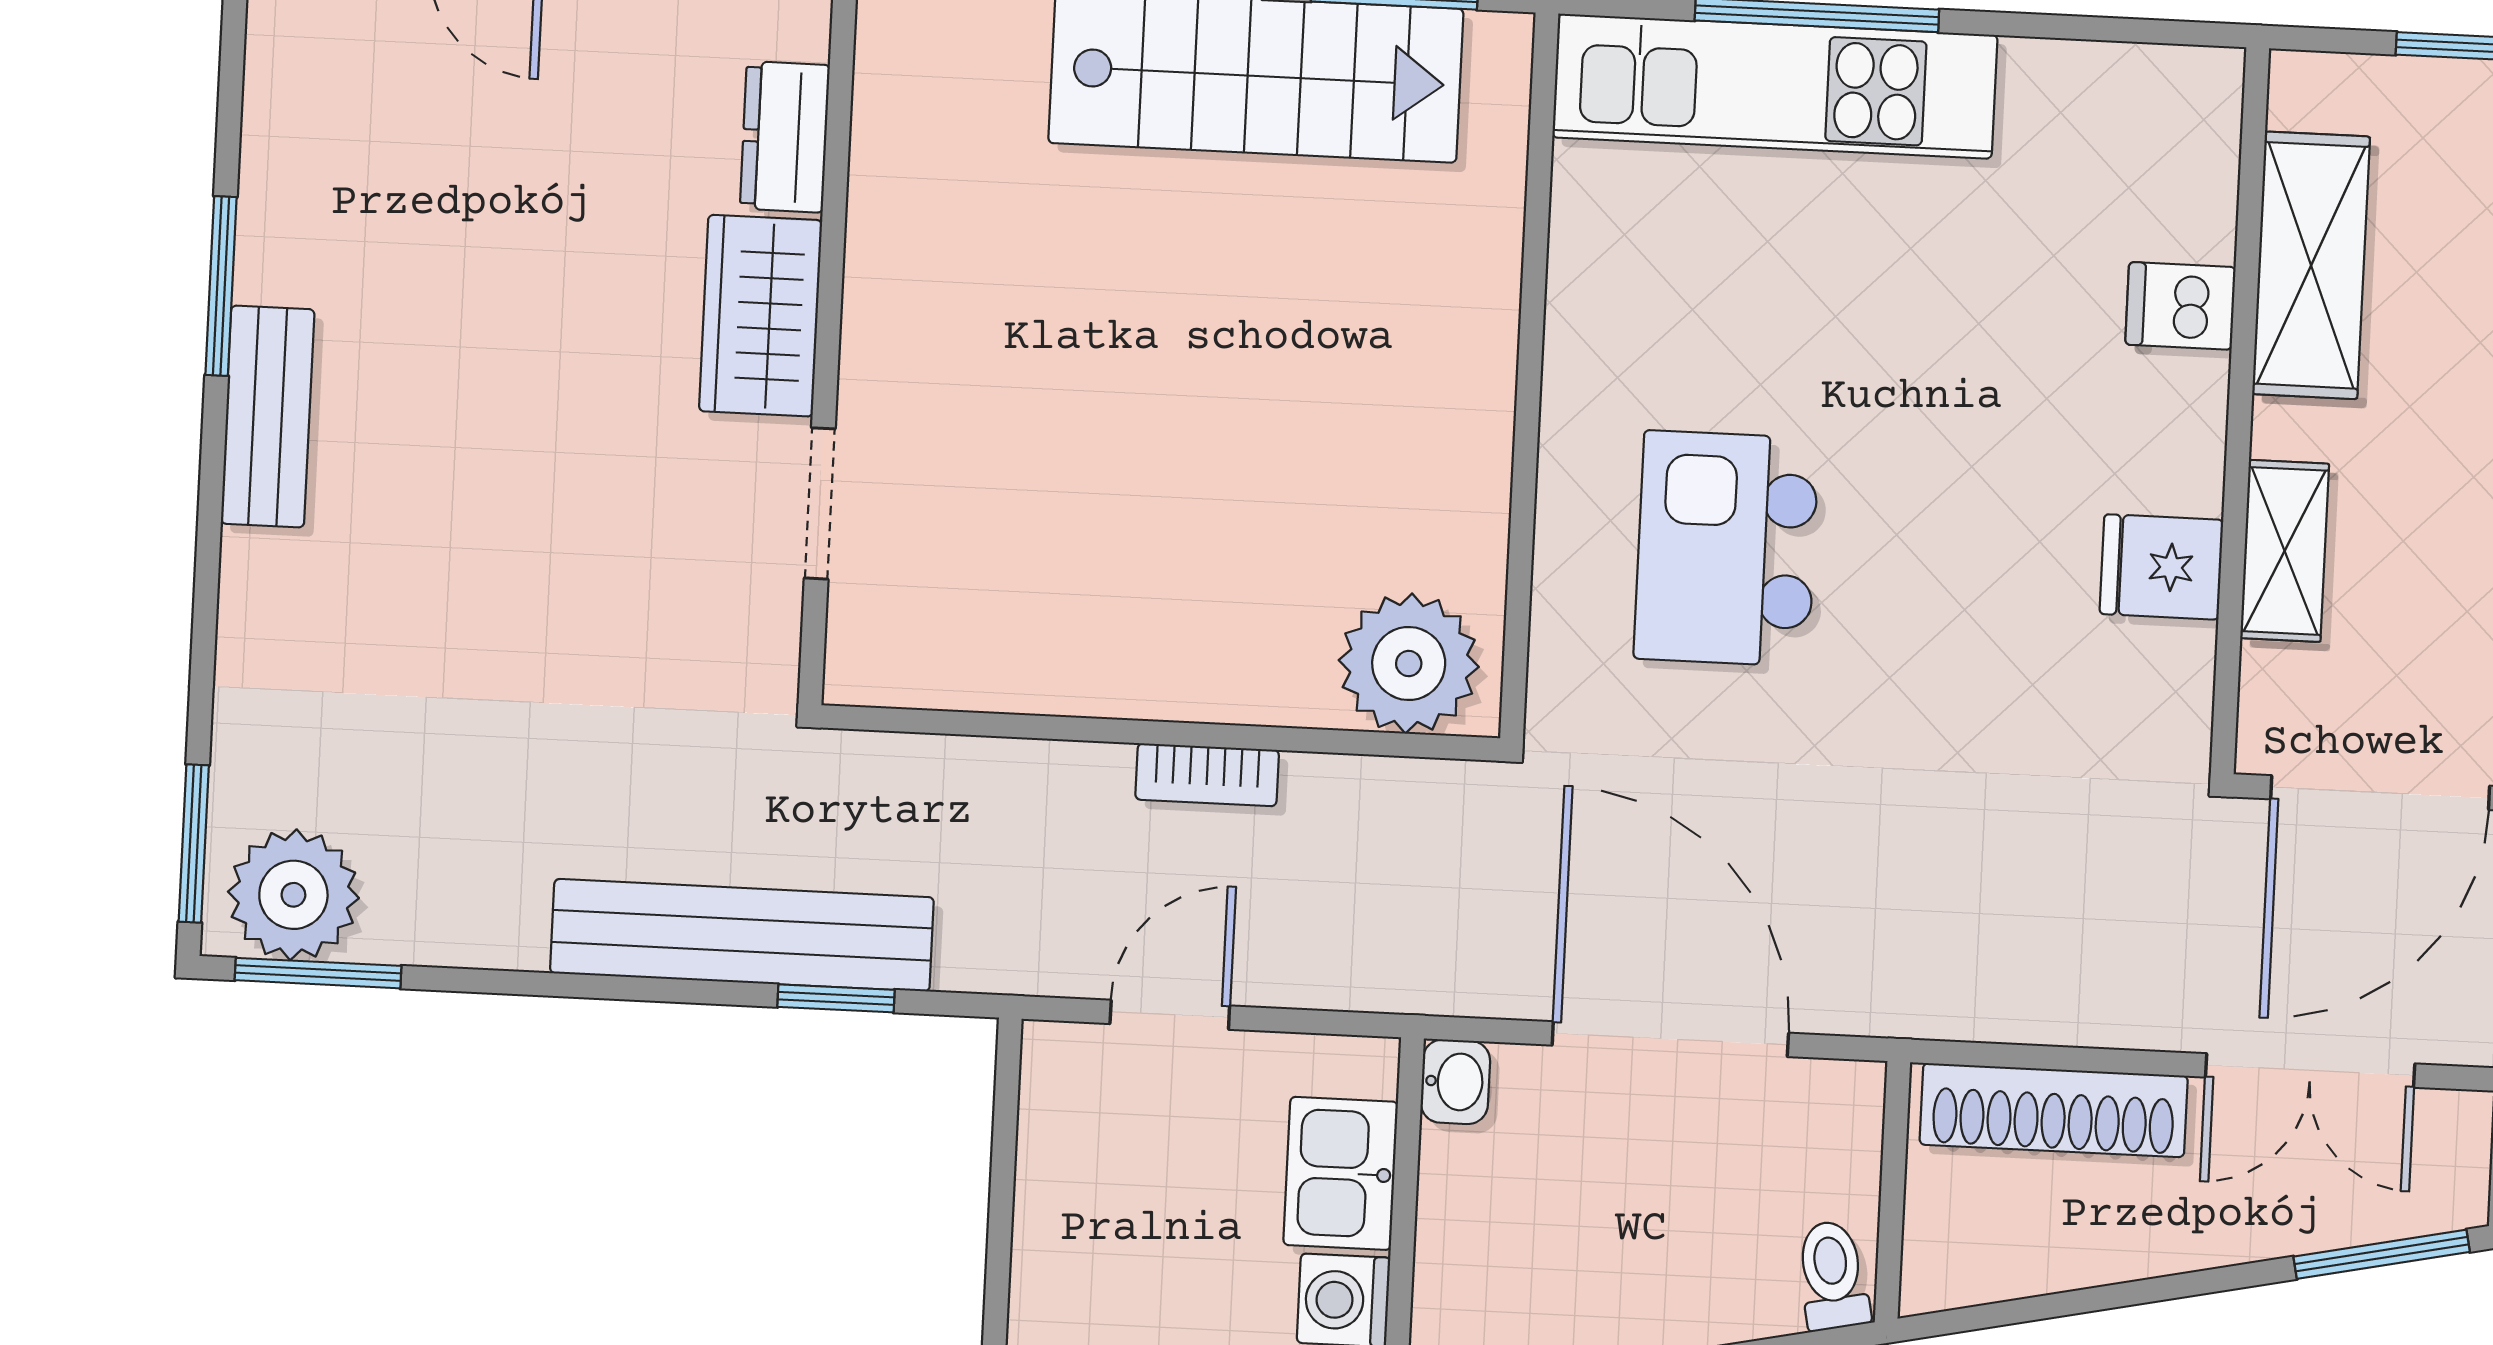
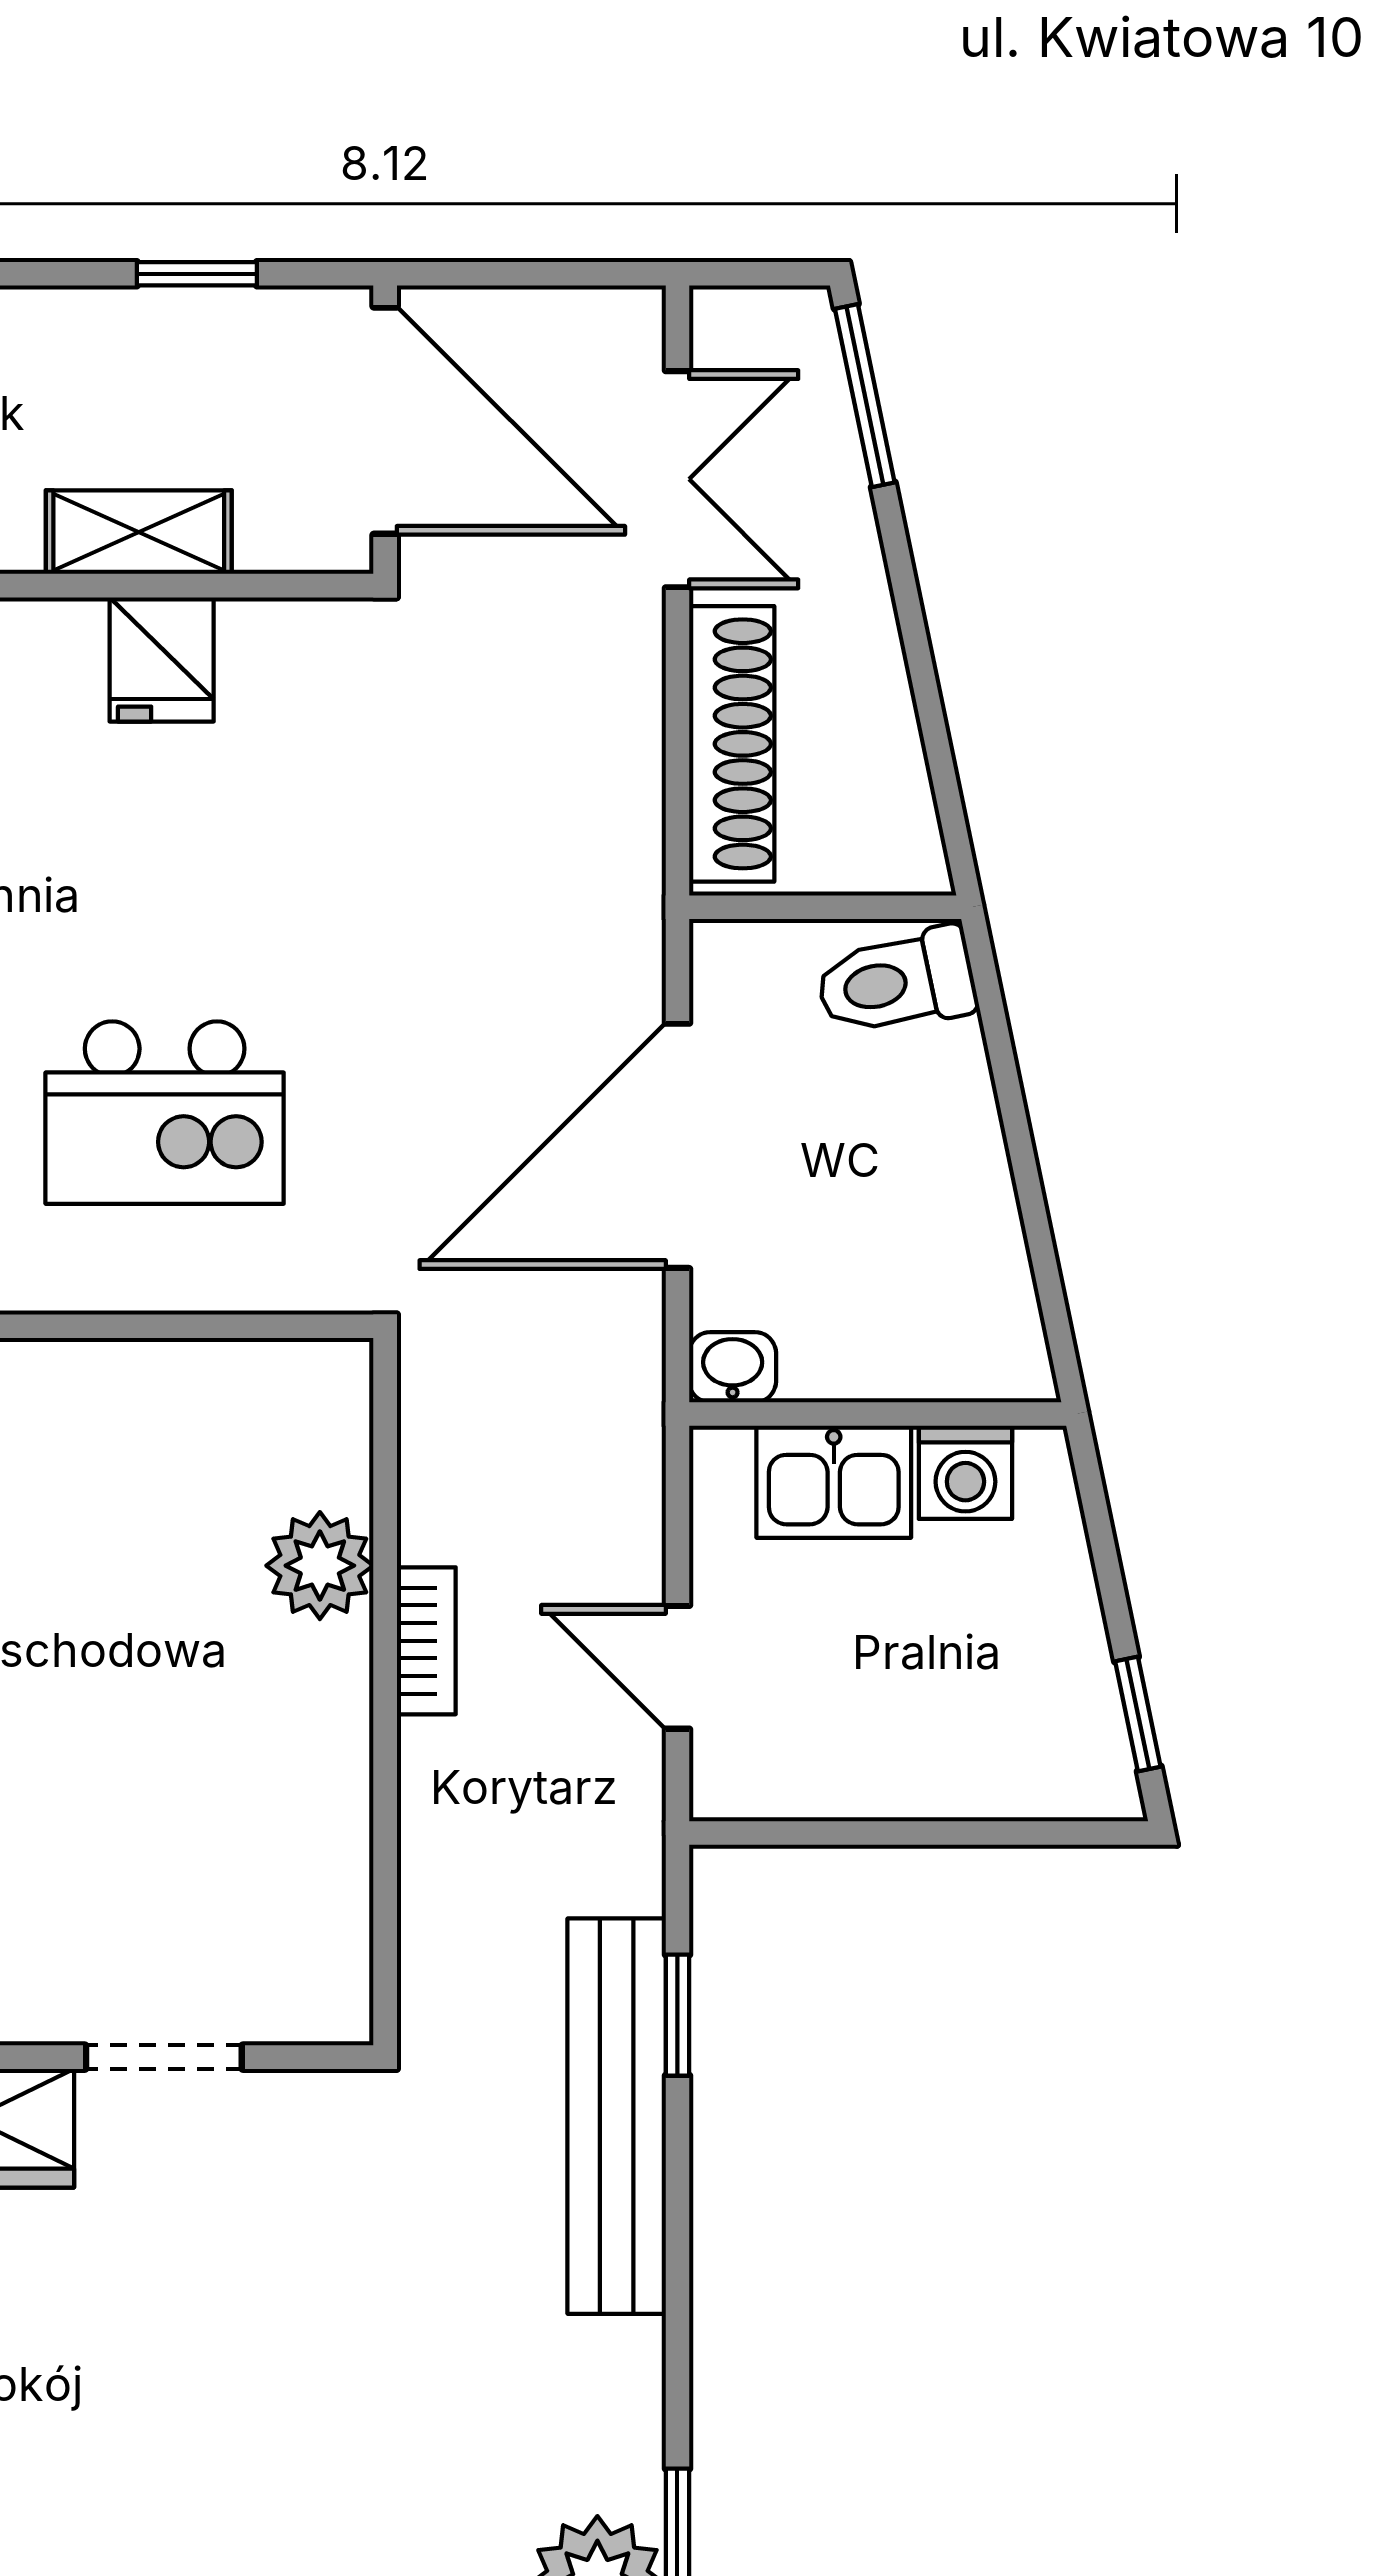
plant: (1409, 663) -> (320, 1566), moved, width x0.73, depth x0.73
toilet: (1832, 1275) -> (896, 982), width x1.37, depth x1.39

